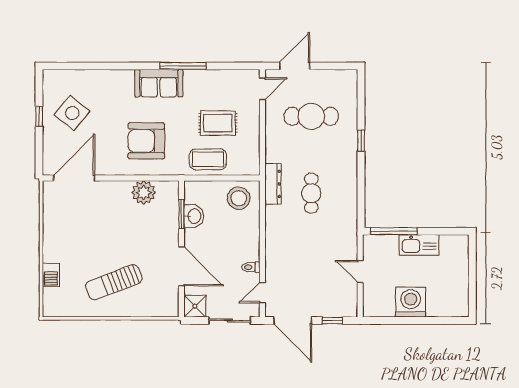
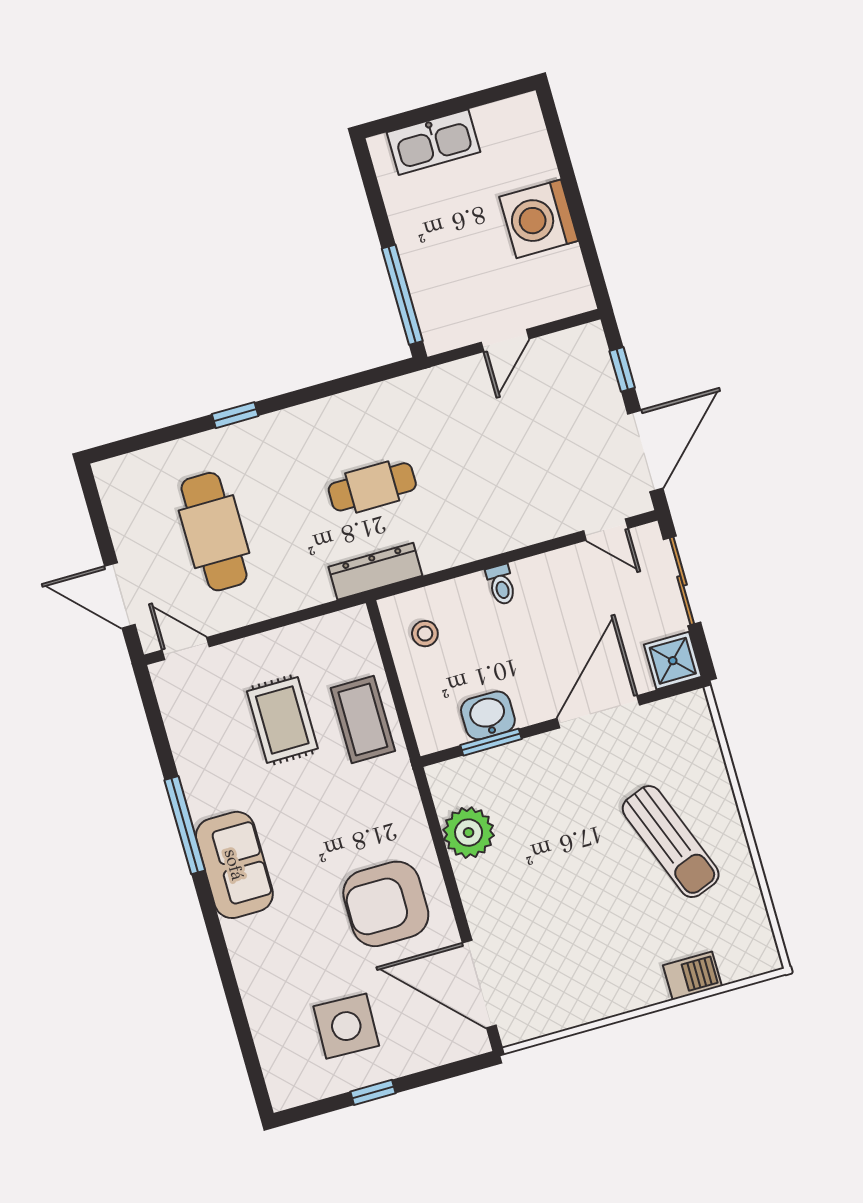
side table: (72, 113) -> (346, 1026), turned -37
armchair: (146, 141) -> (386, 904), moved, turned 90
stool: (239, 198) -> (425, 634), width x0.53, depth x0.53
kitchen sink: (419, 245) -> (434, 142), moved, turned 90
toilet: (251, 267) -> (501, 585), moved

